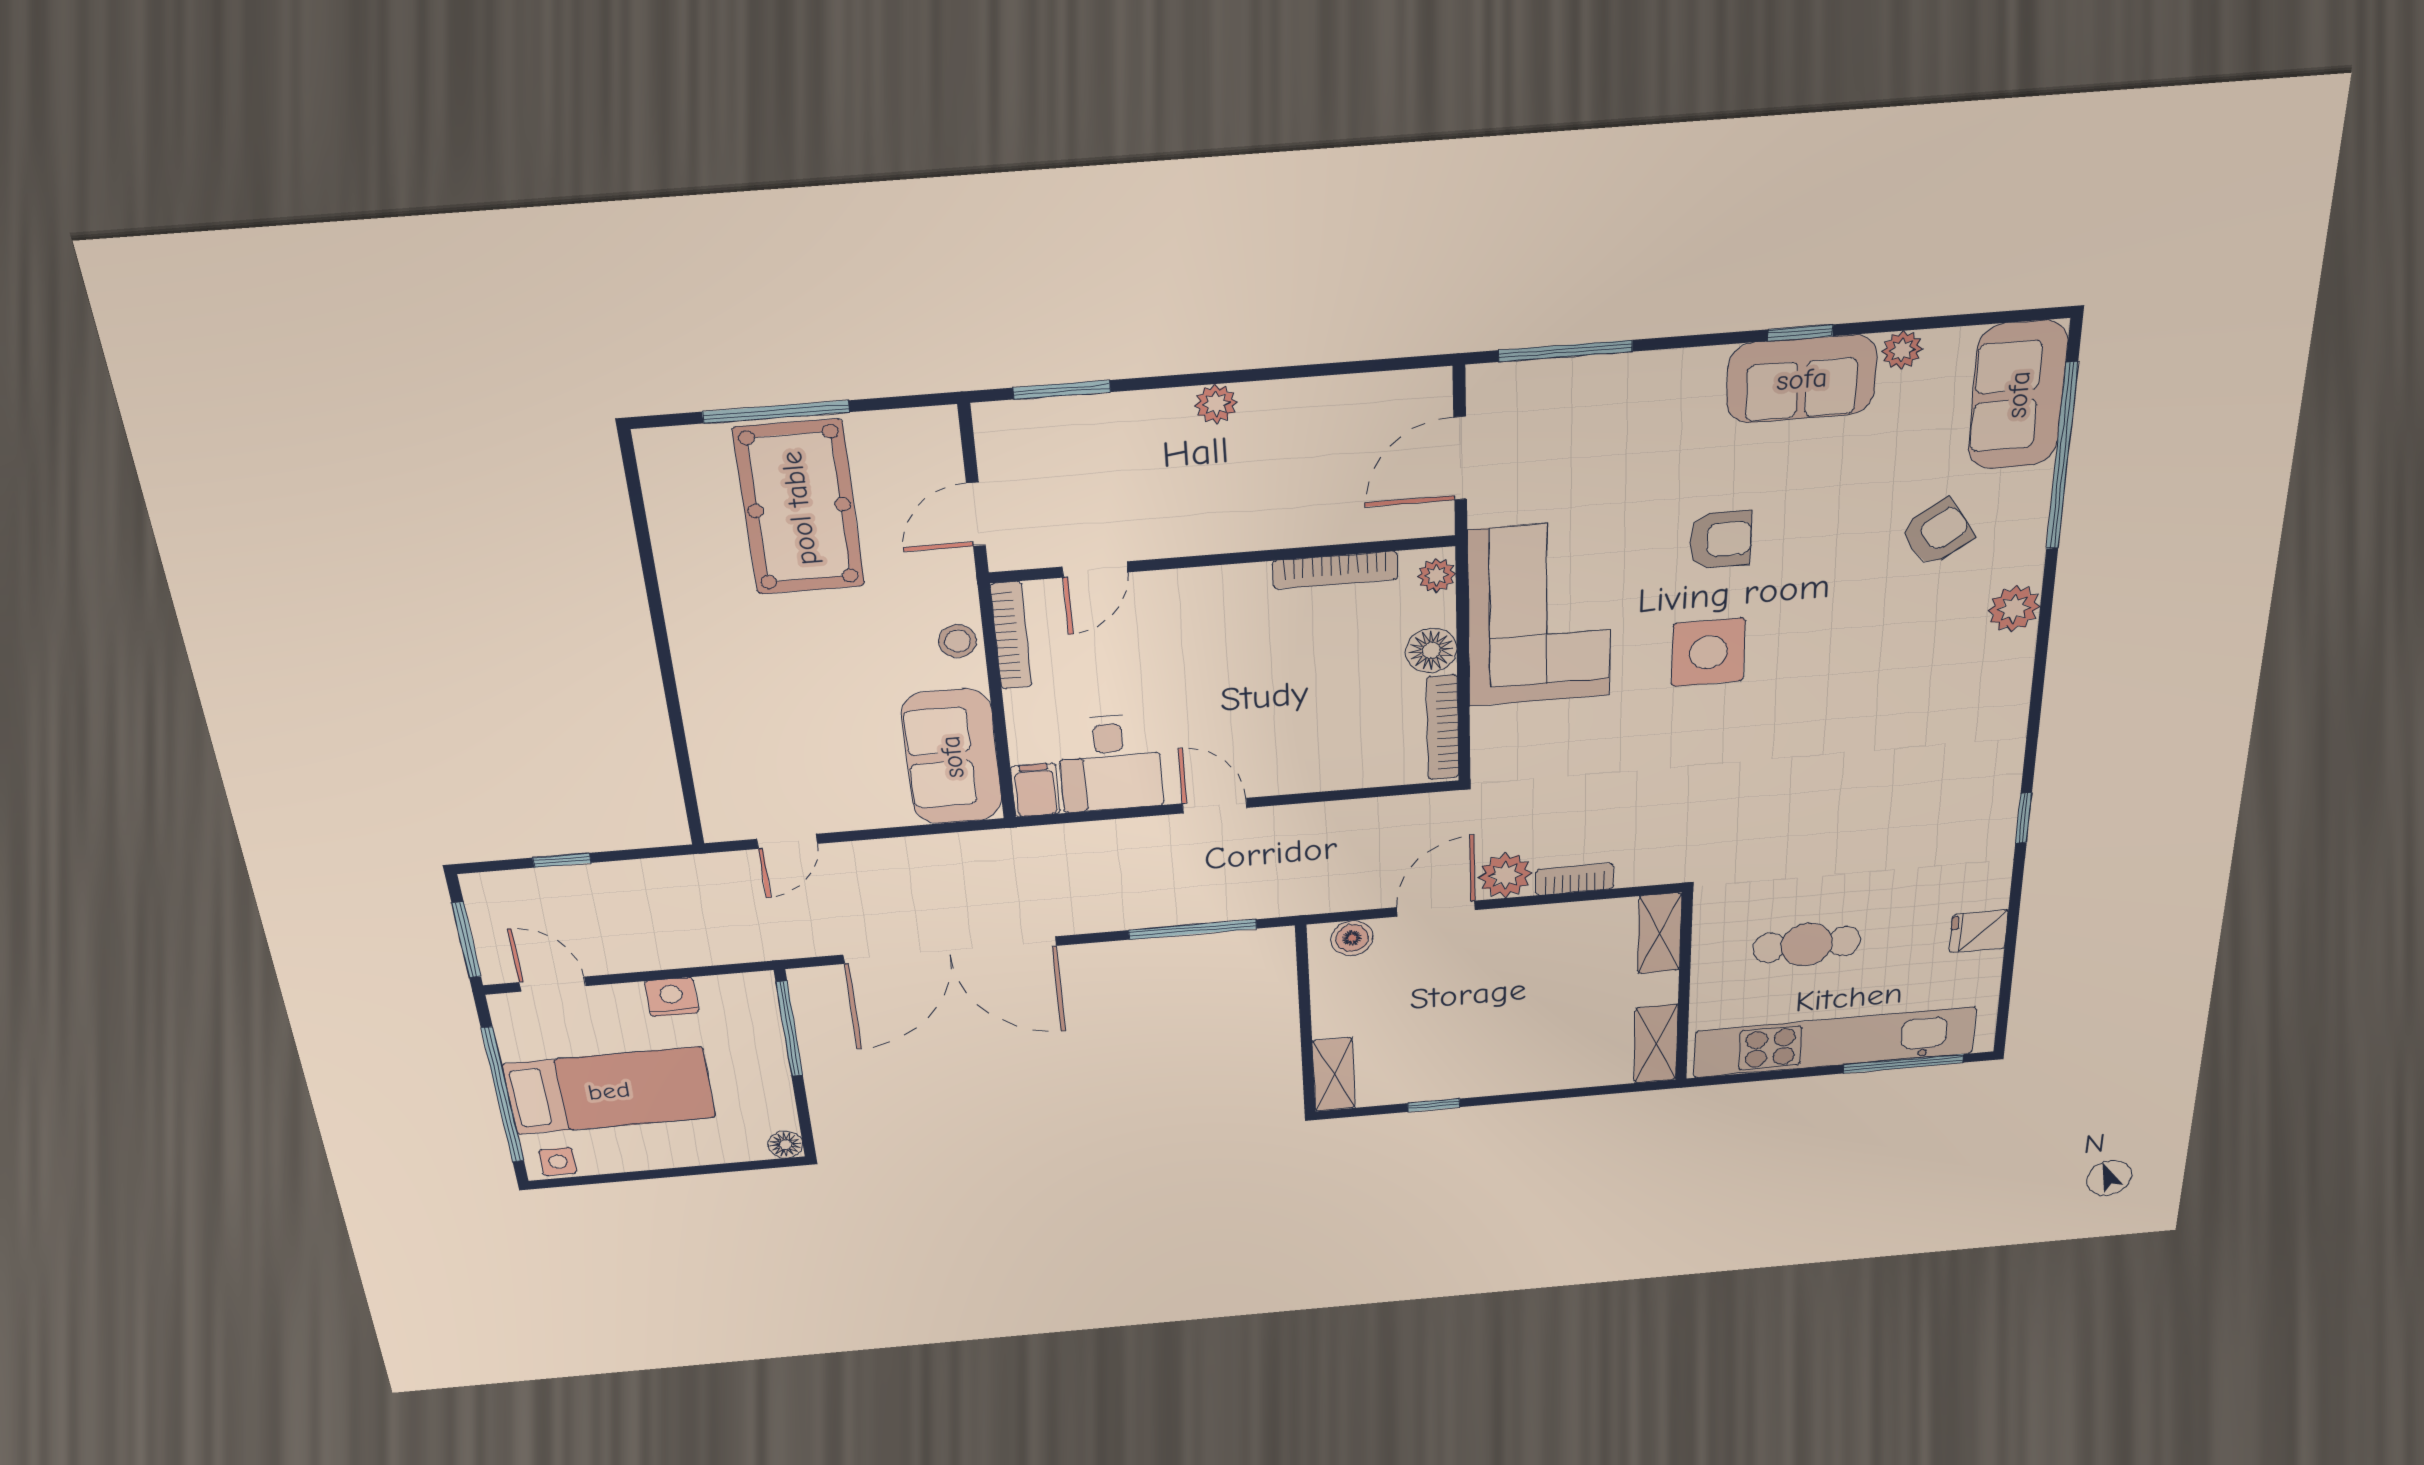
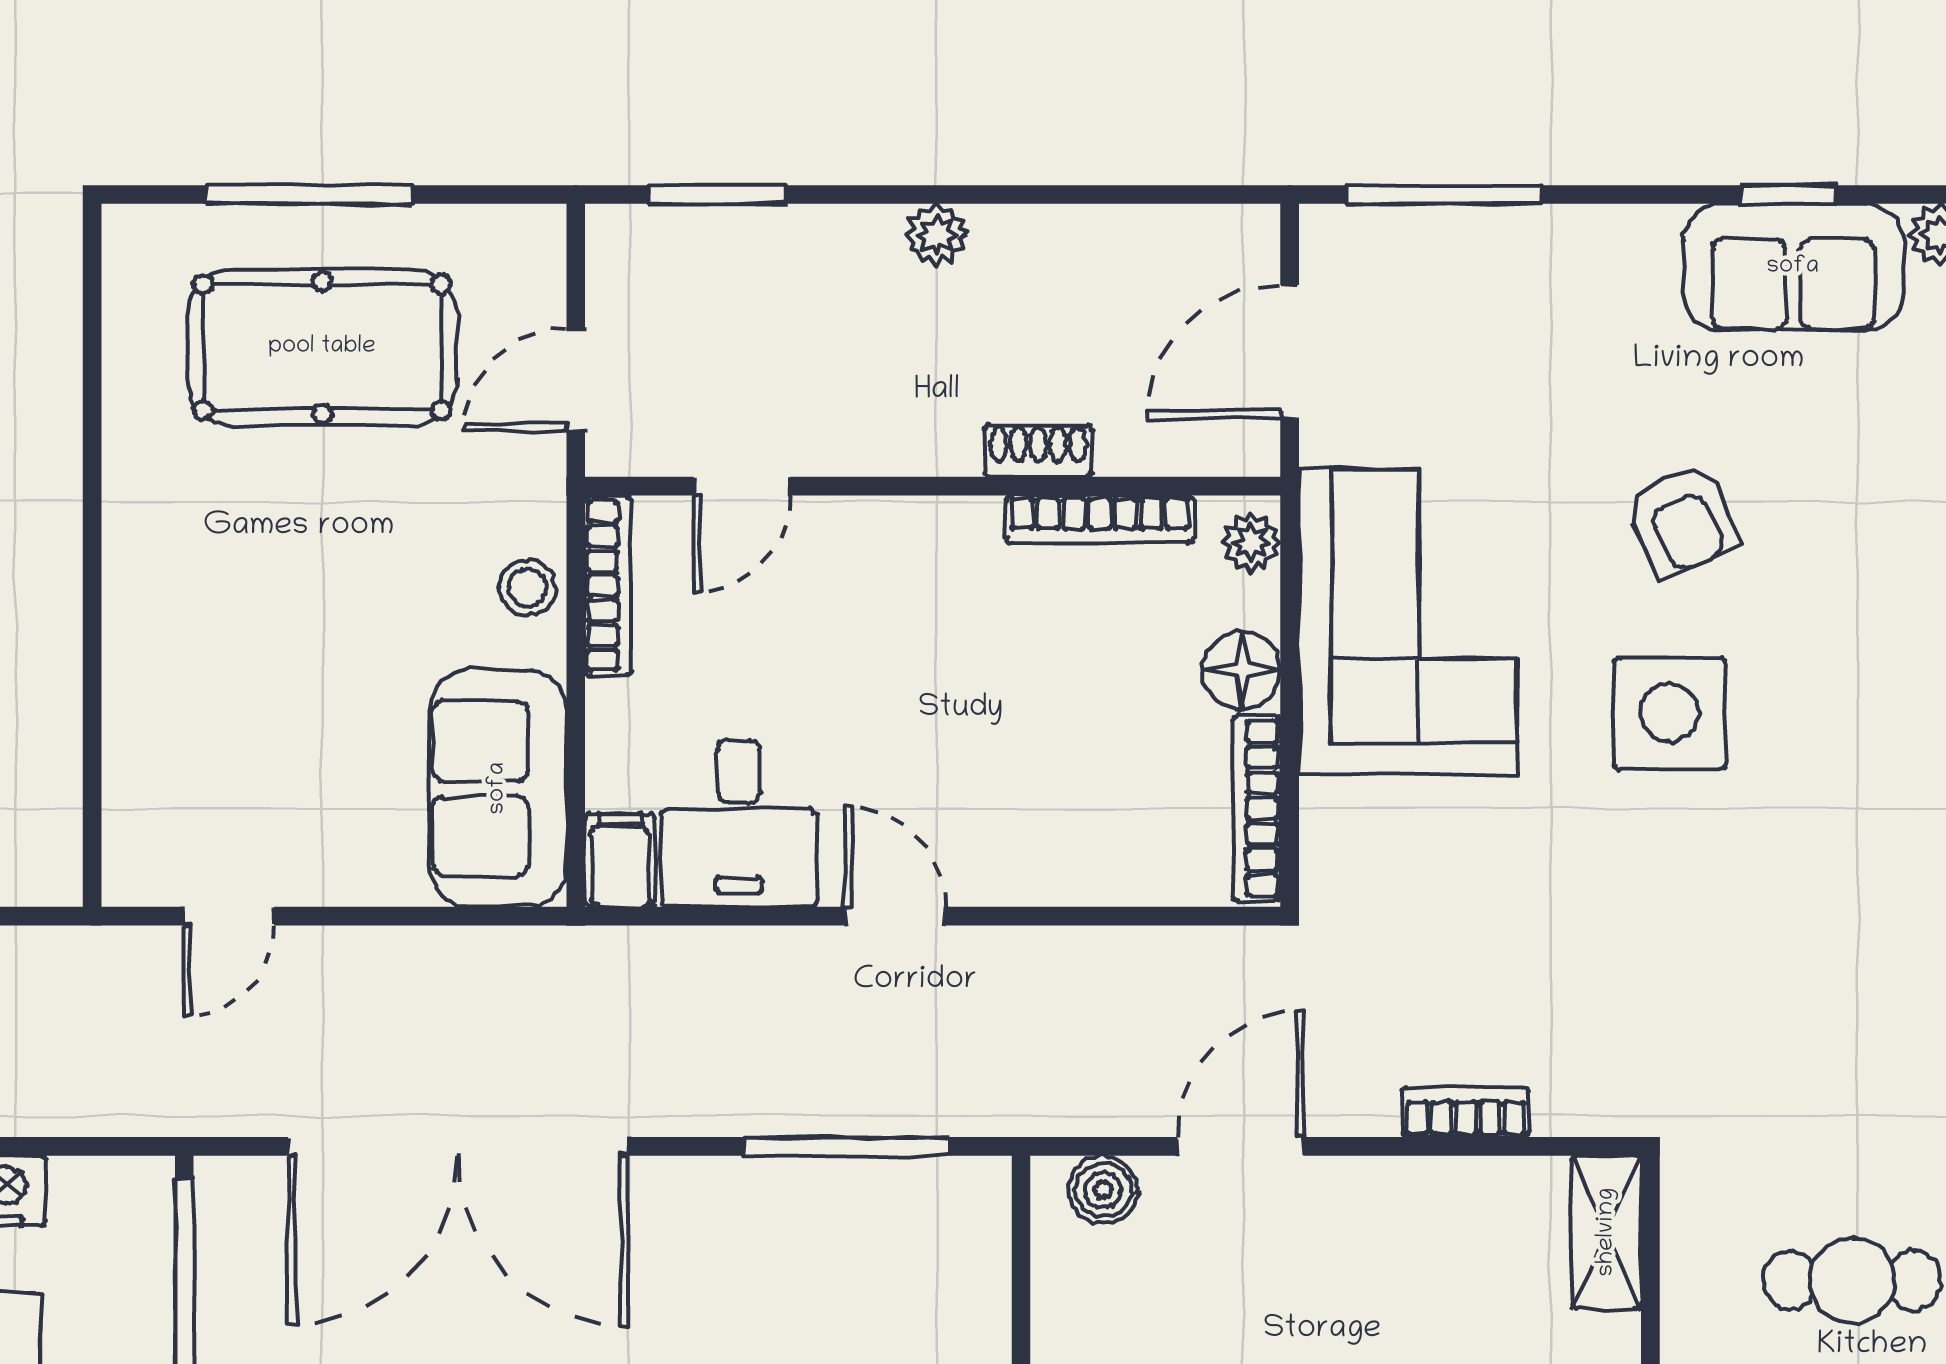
pool table: (799, 508) -> (322, 347), turned 90
shoe rack: (1293, 532) -> (1038, 451), added
armchair: (1721, 540) -> (1682, 520), turned 65
plant: (1505, 876) -> (1353, 1094), removed

